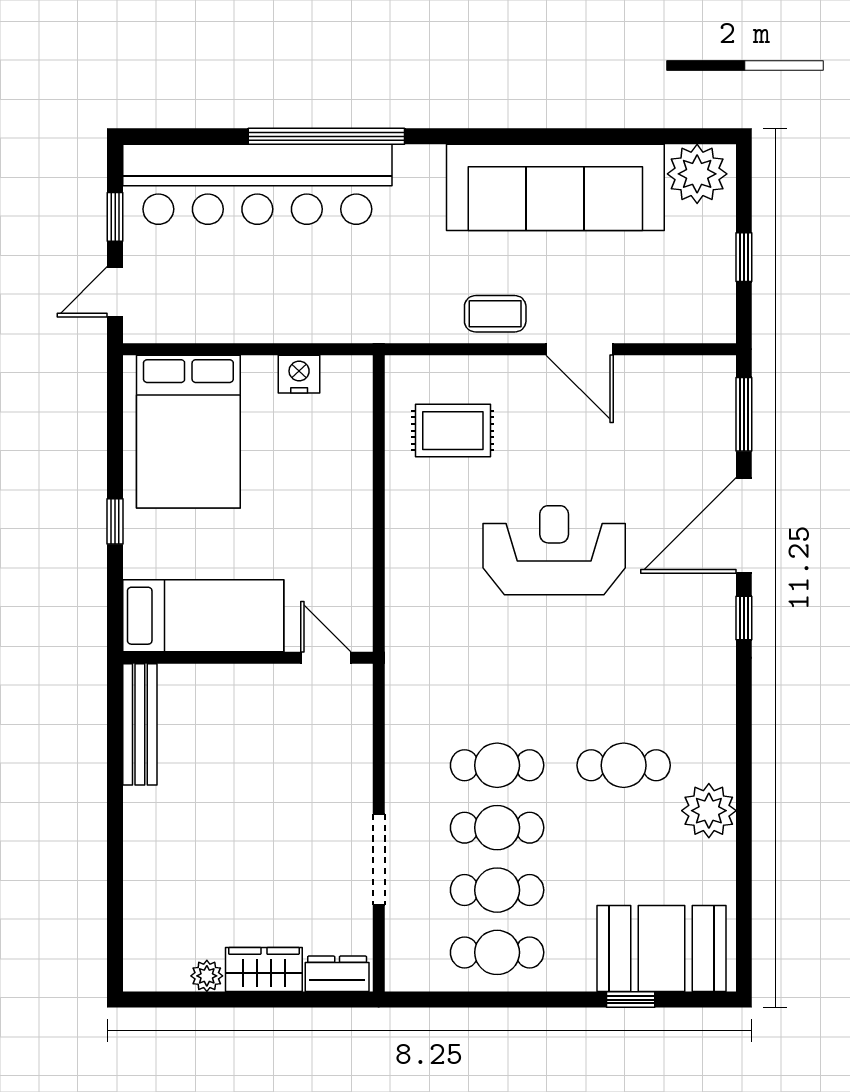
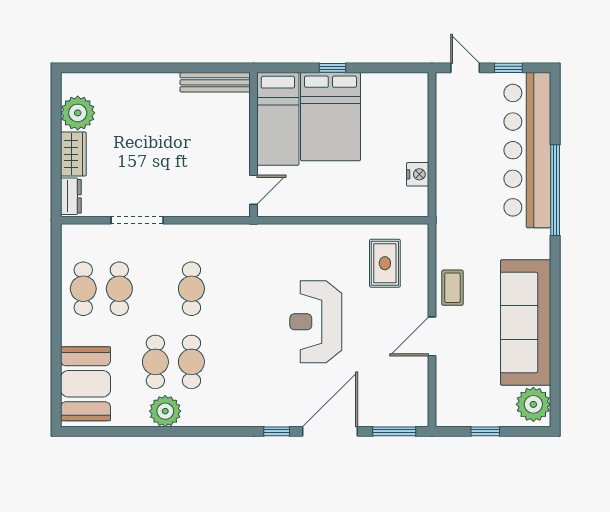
bed: (188, 432) -> (330, 117), moved, turned -90
door: (744, 525) -> (330, 431), hinge flipped
reception desk: (554, 550) -> (316, 322), turned 180
cafe table: (497, 828) -> (155, 362), moved
plant: (207, 976) -> (78, 113), width x1.88, depth x1.88
window: (631, 1000) -> (56, 366), removed

